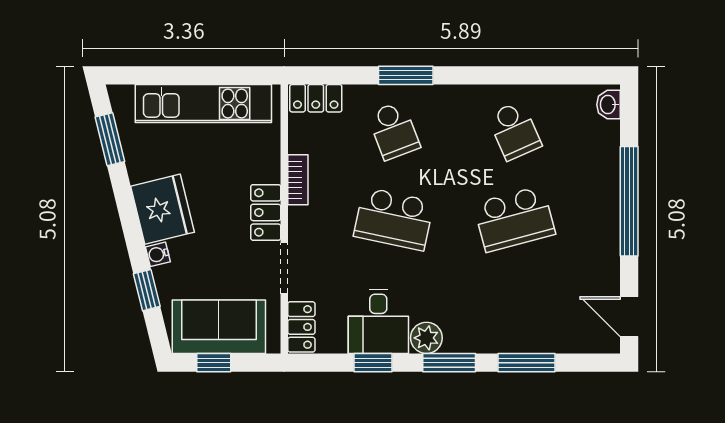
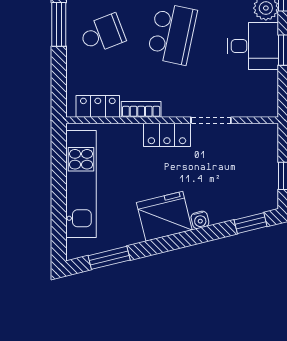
locker: (316, 98) -> (98, 106), moved, turned -90
window: (147, 290) -> (251, 223), moved
sofa: (219, 327) -> (257, 172), removed
locker: (301, 327) -> (257, 107), removed

